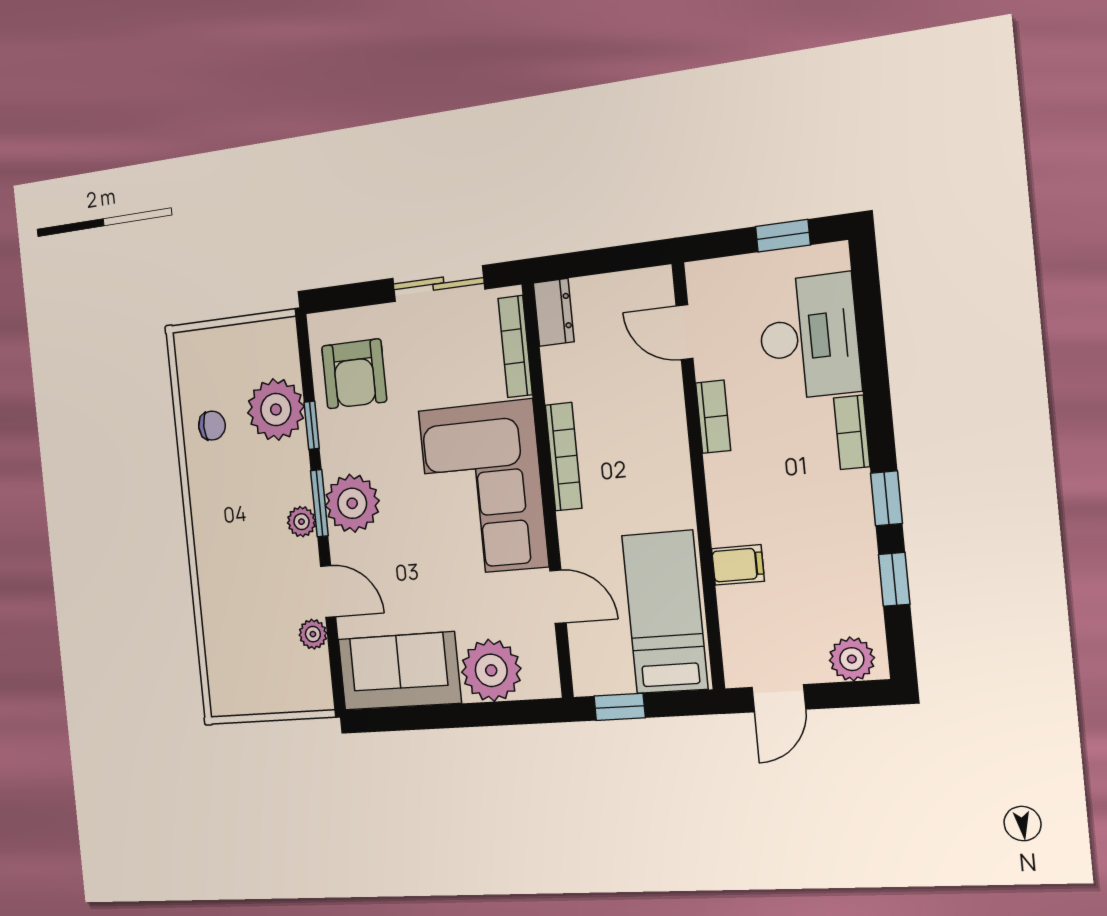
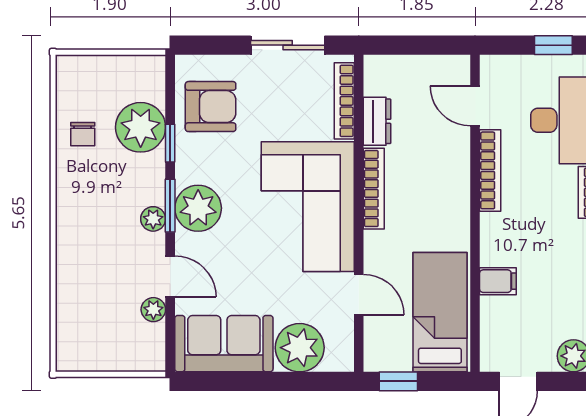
dresser: (554, 312) -> (377, 121), moved
armchair: (354, 374) -> (211, 107), turned -90
bookcase: (713, 417) -> (490, 170), width x1.56
chair: (212, 426) -> (83, 134), turned 90

